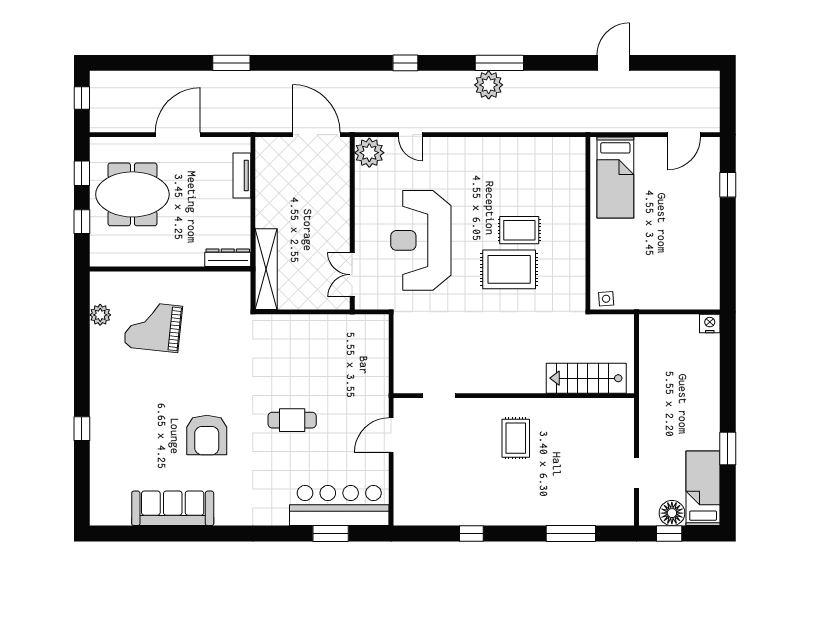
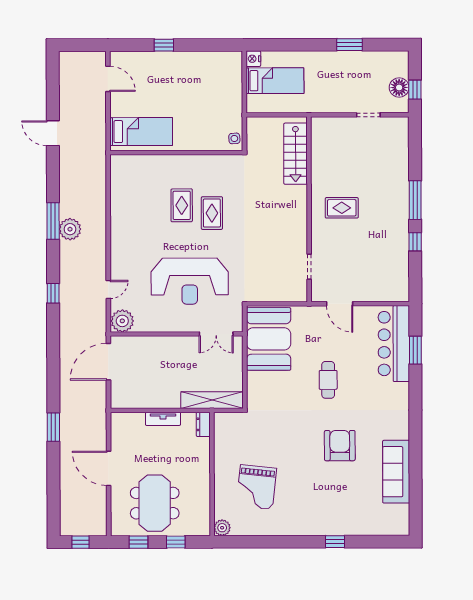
tv unit: (242, 176) -> (163, 419), moved
window: (728, 185) -> (164, 45), moved
dresser: (228, 258) -> (203, 424), width x0.70
rug: (509, 269) -> (212, 213), width x0.73, depth x0.70
plant: (100, 315) -> (222, 528), moved
booth: (346, 343) -> (269, 339), added
armchair: (207, 435) -> (340, 446), turned -90
bed: (703, 488) -> (275, 81), moved, turned 180
window: (571, 534) -> (415, 200), moved

